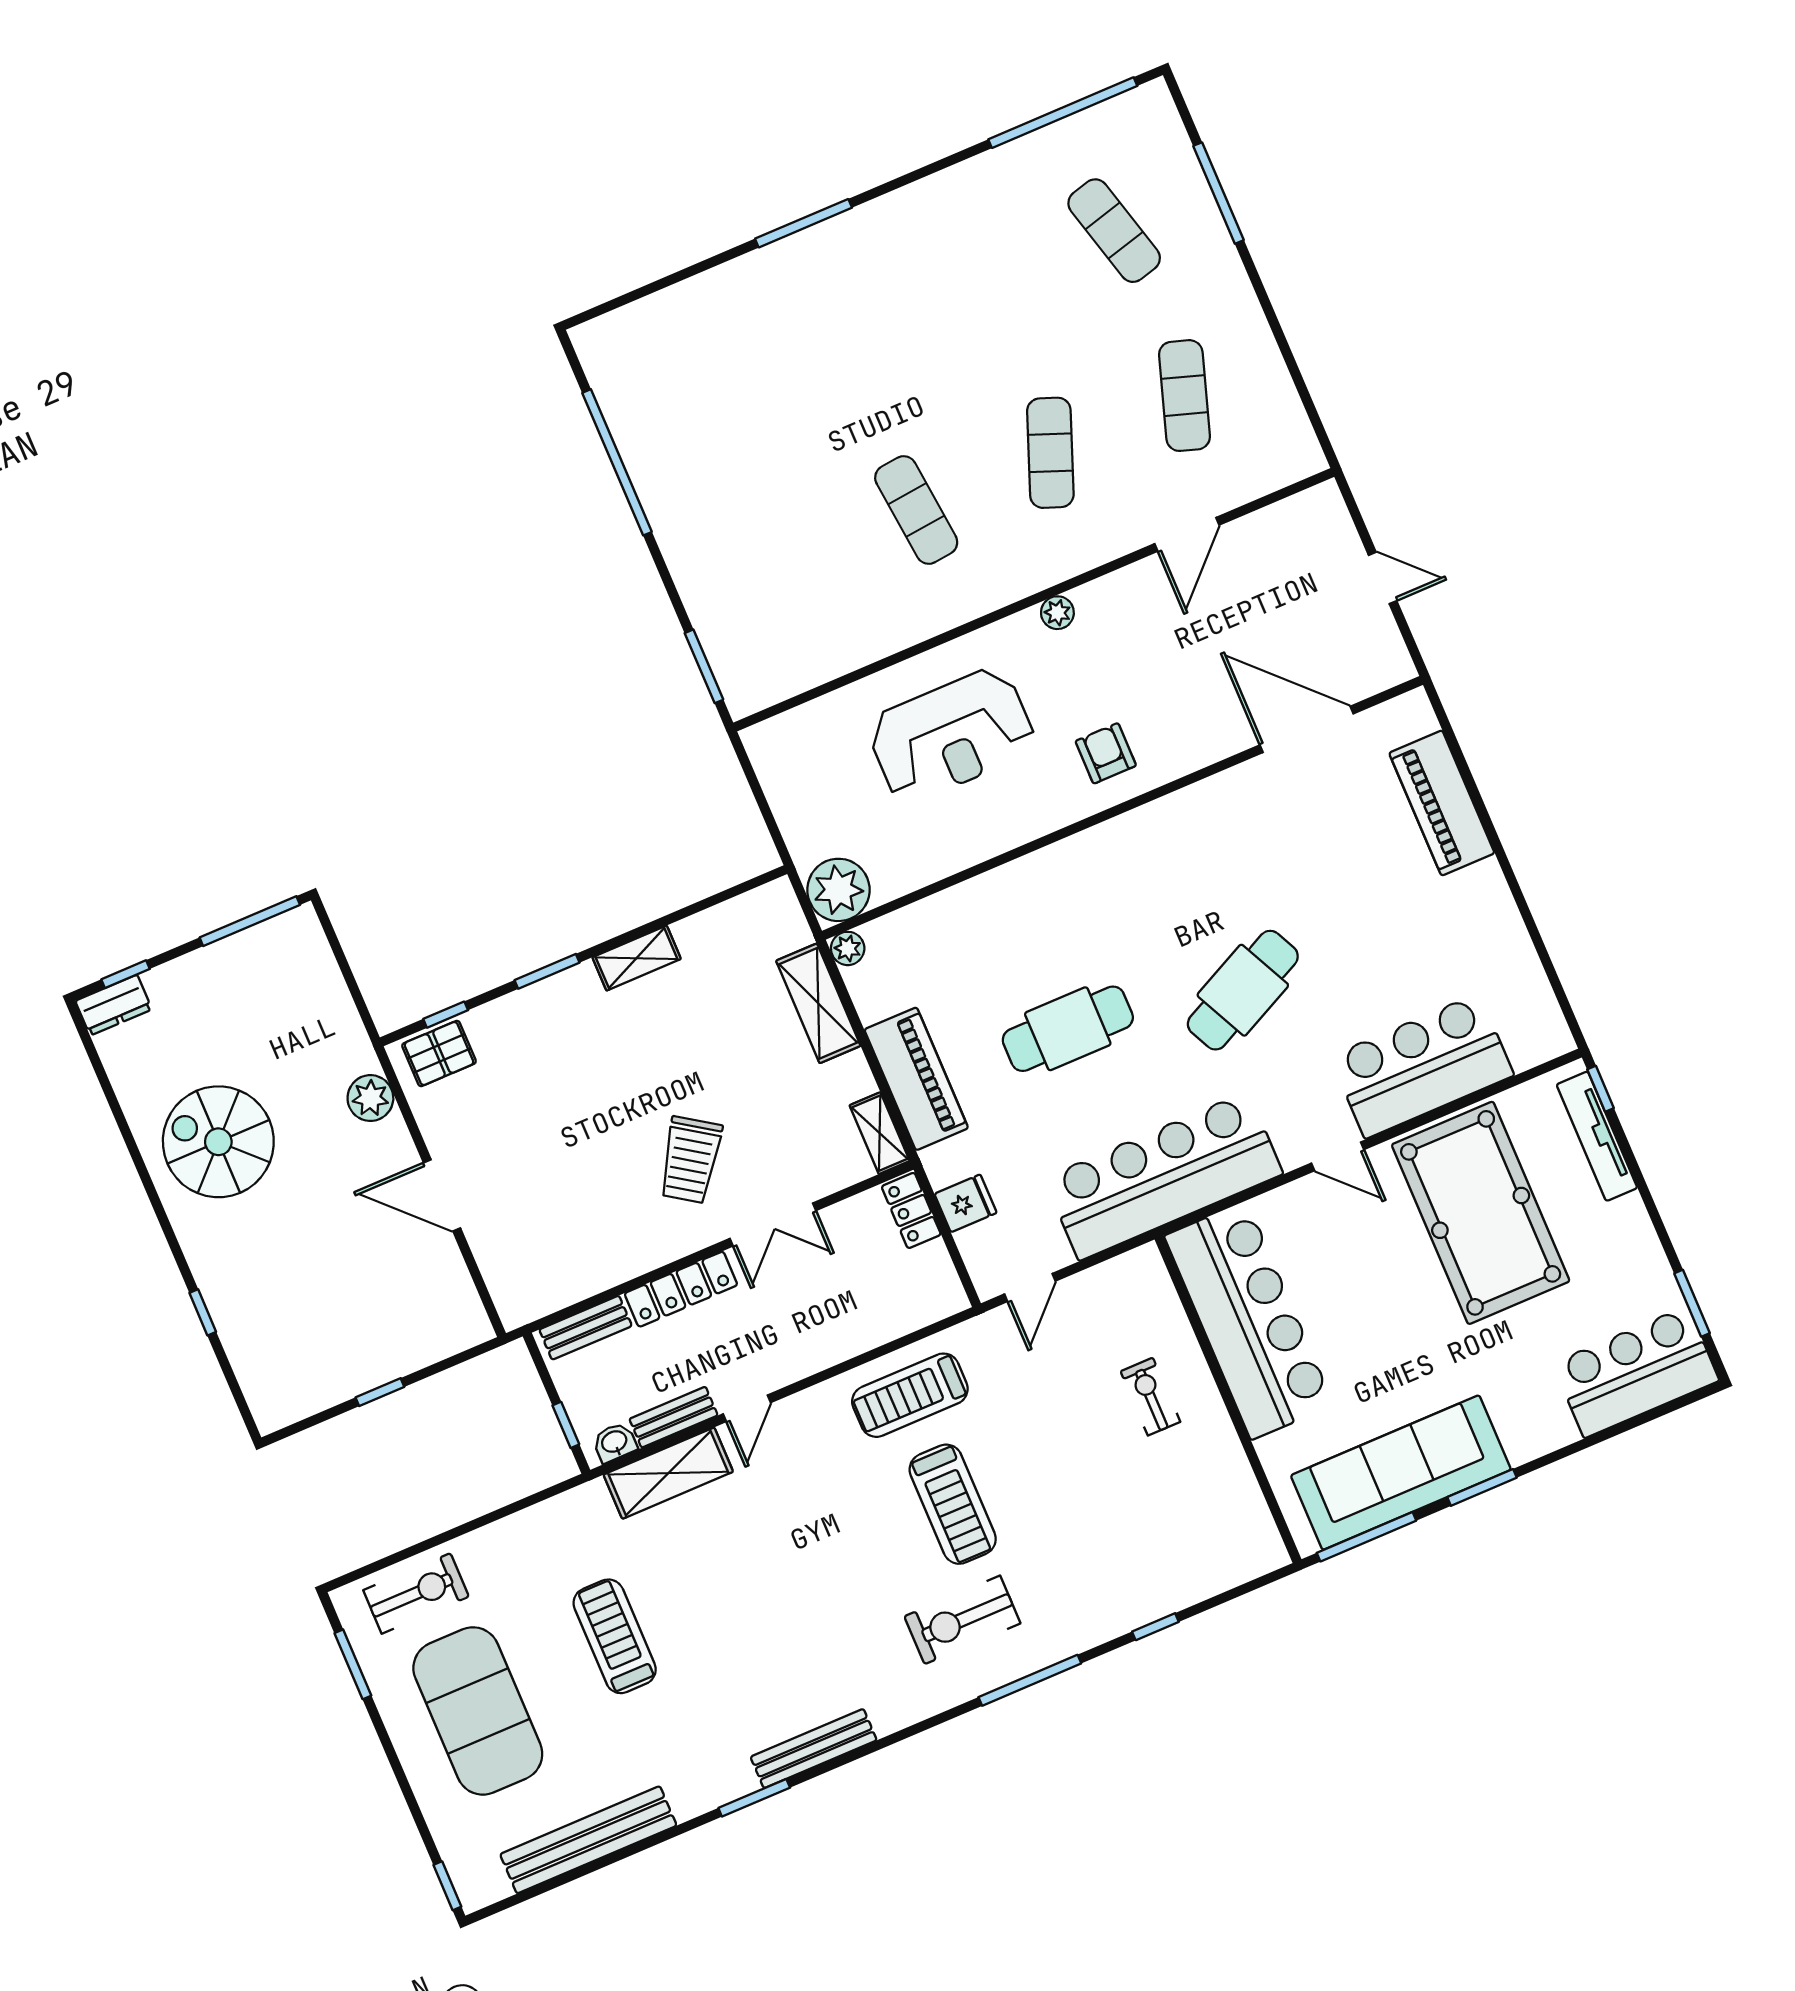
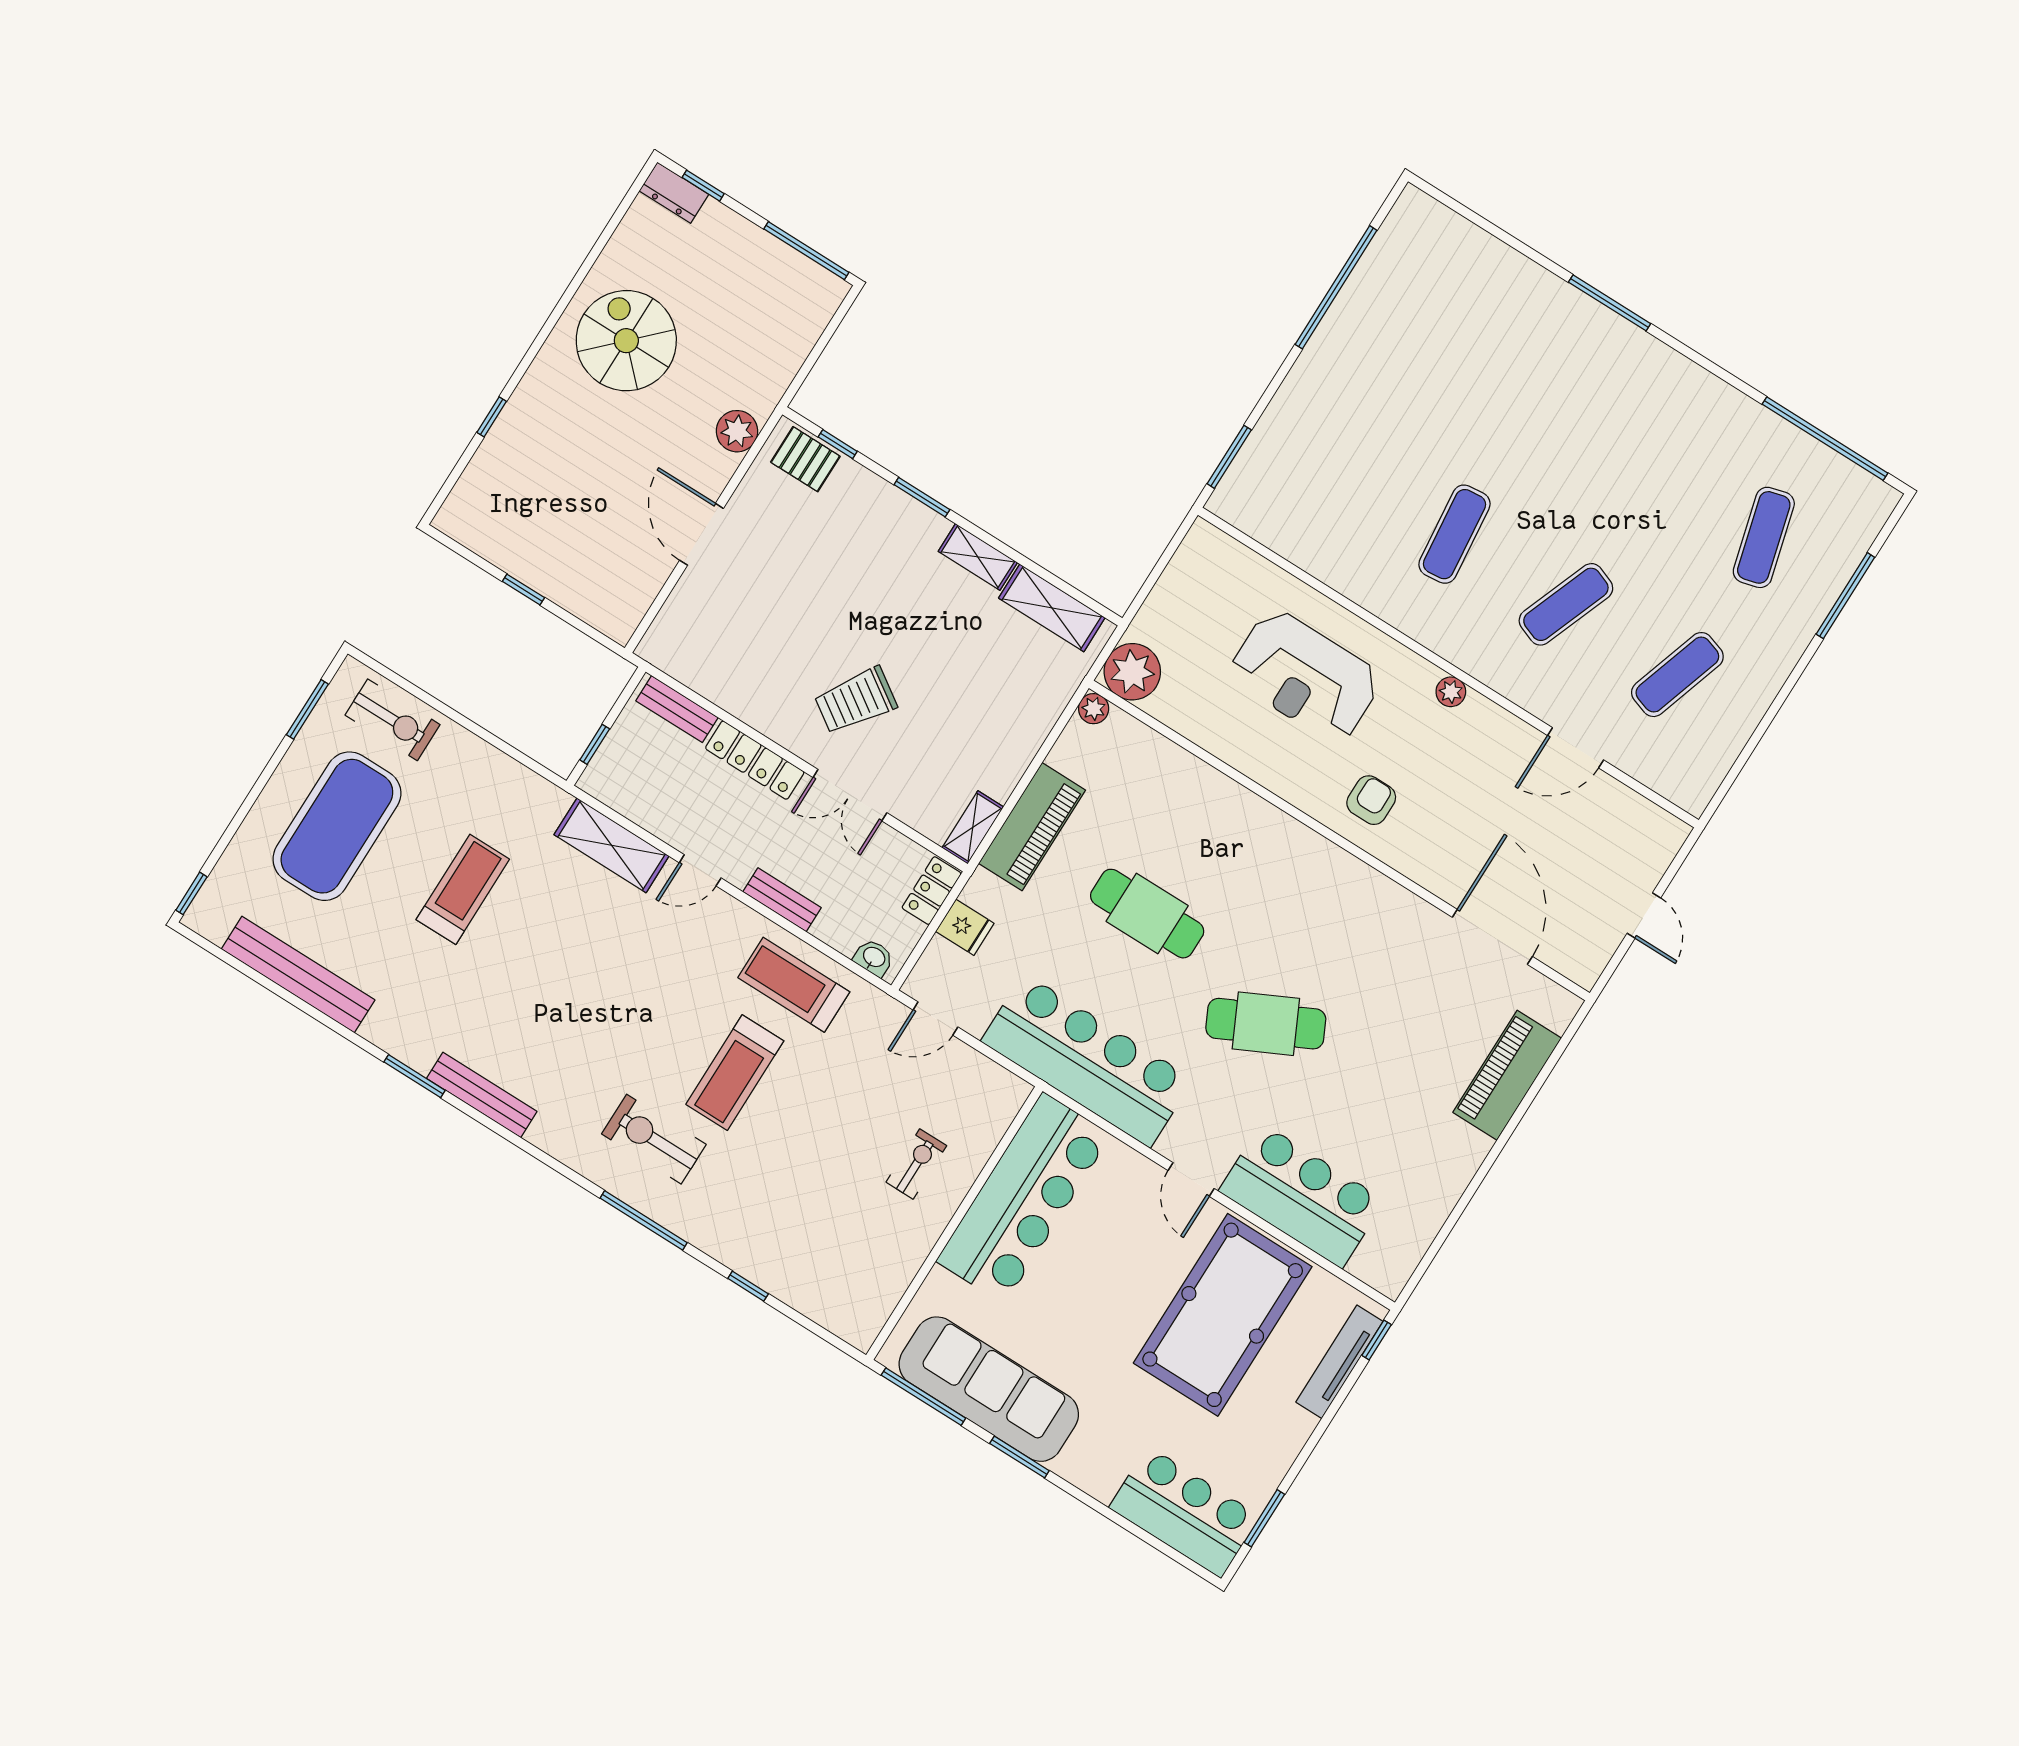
shelving: (818, 1003) -> (1052, 608), moved, turned 90
bench: (674, 1417) -> (782, 900), moved
washbasin: (615, 1442) -> (874, 958), moved

